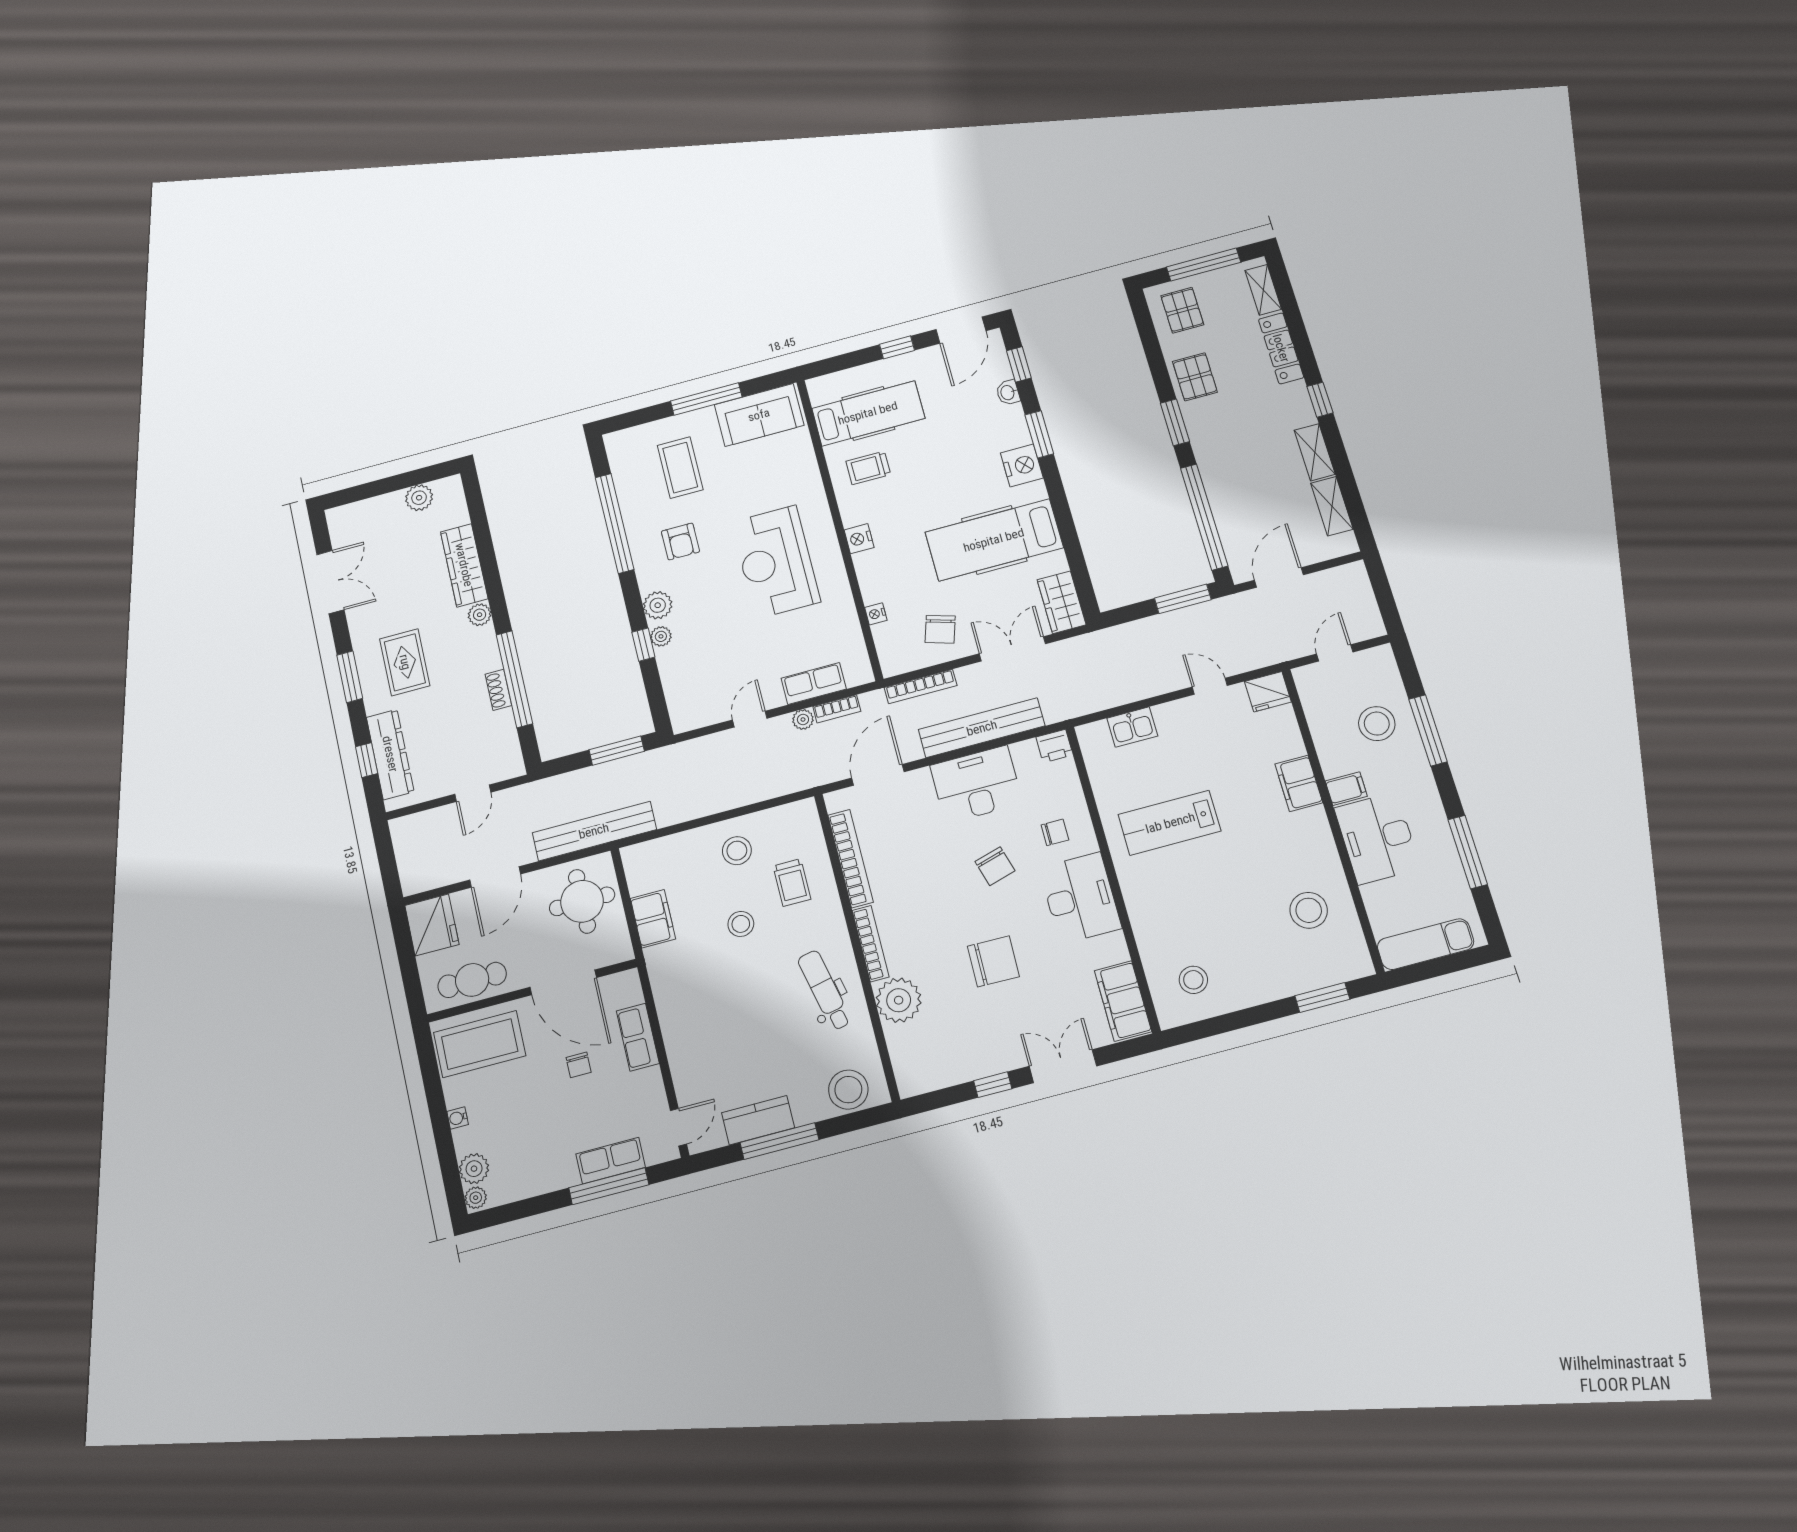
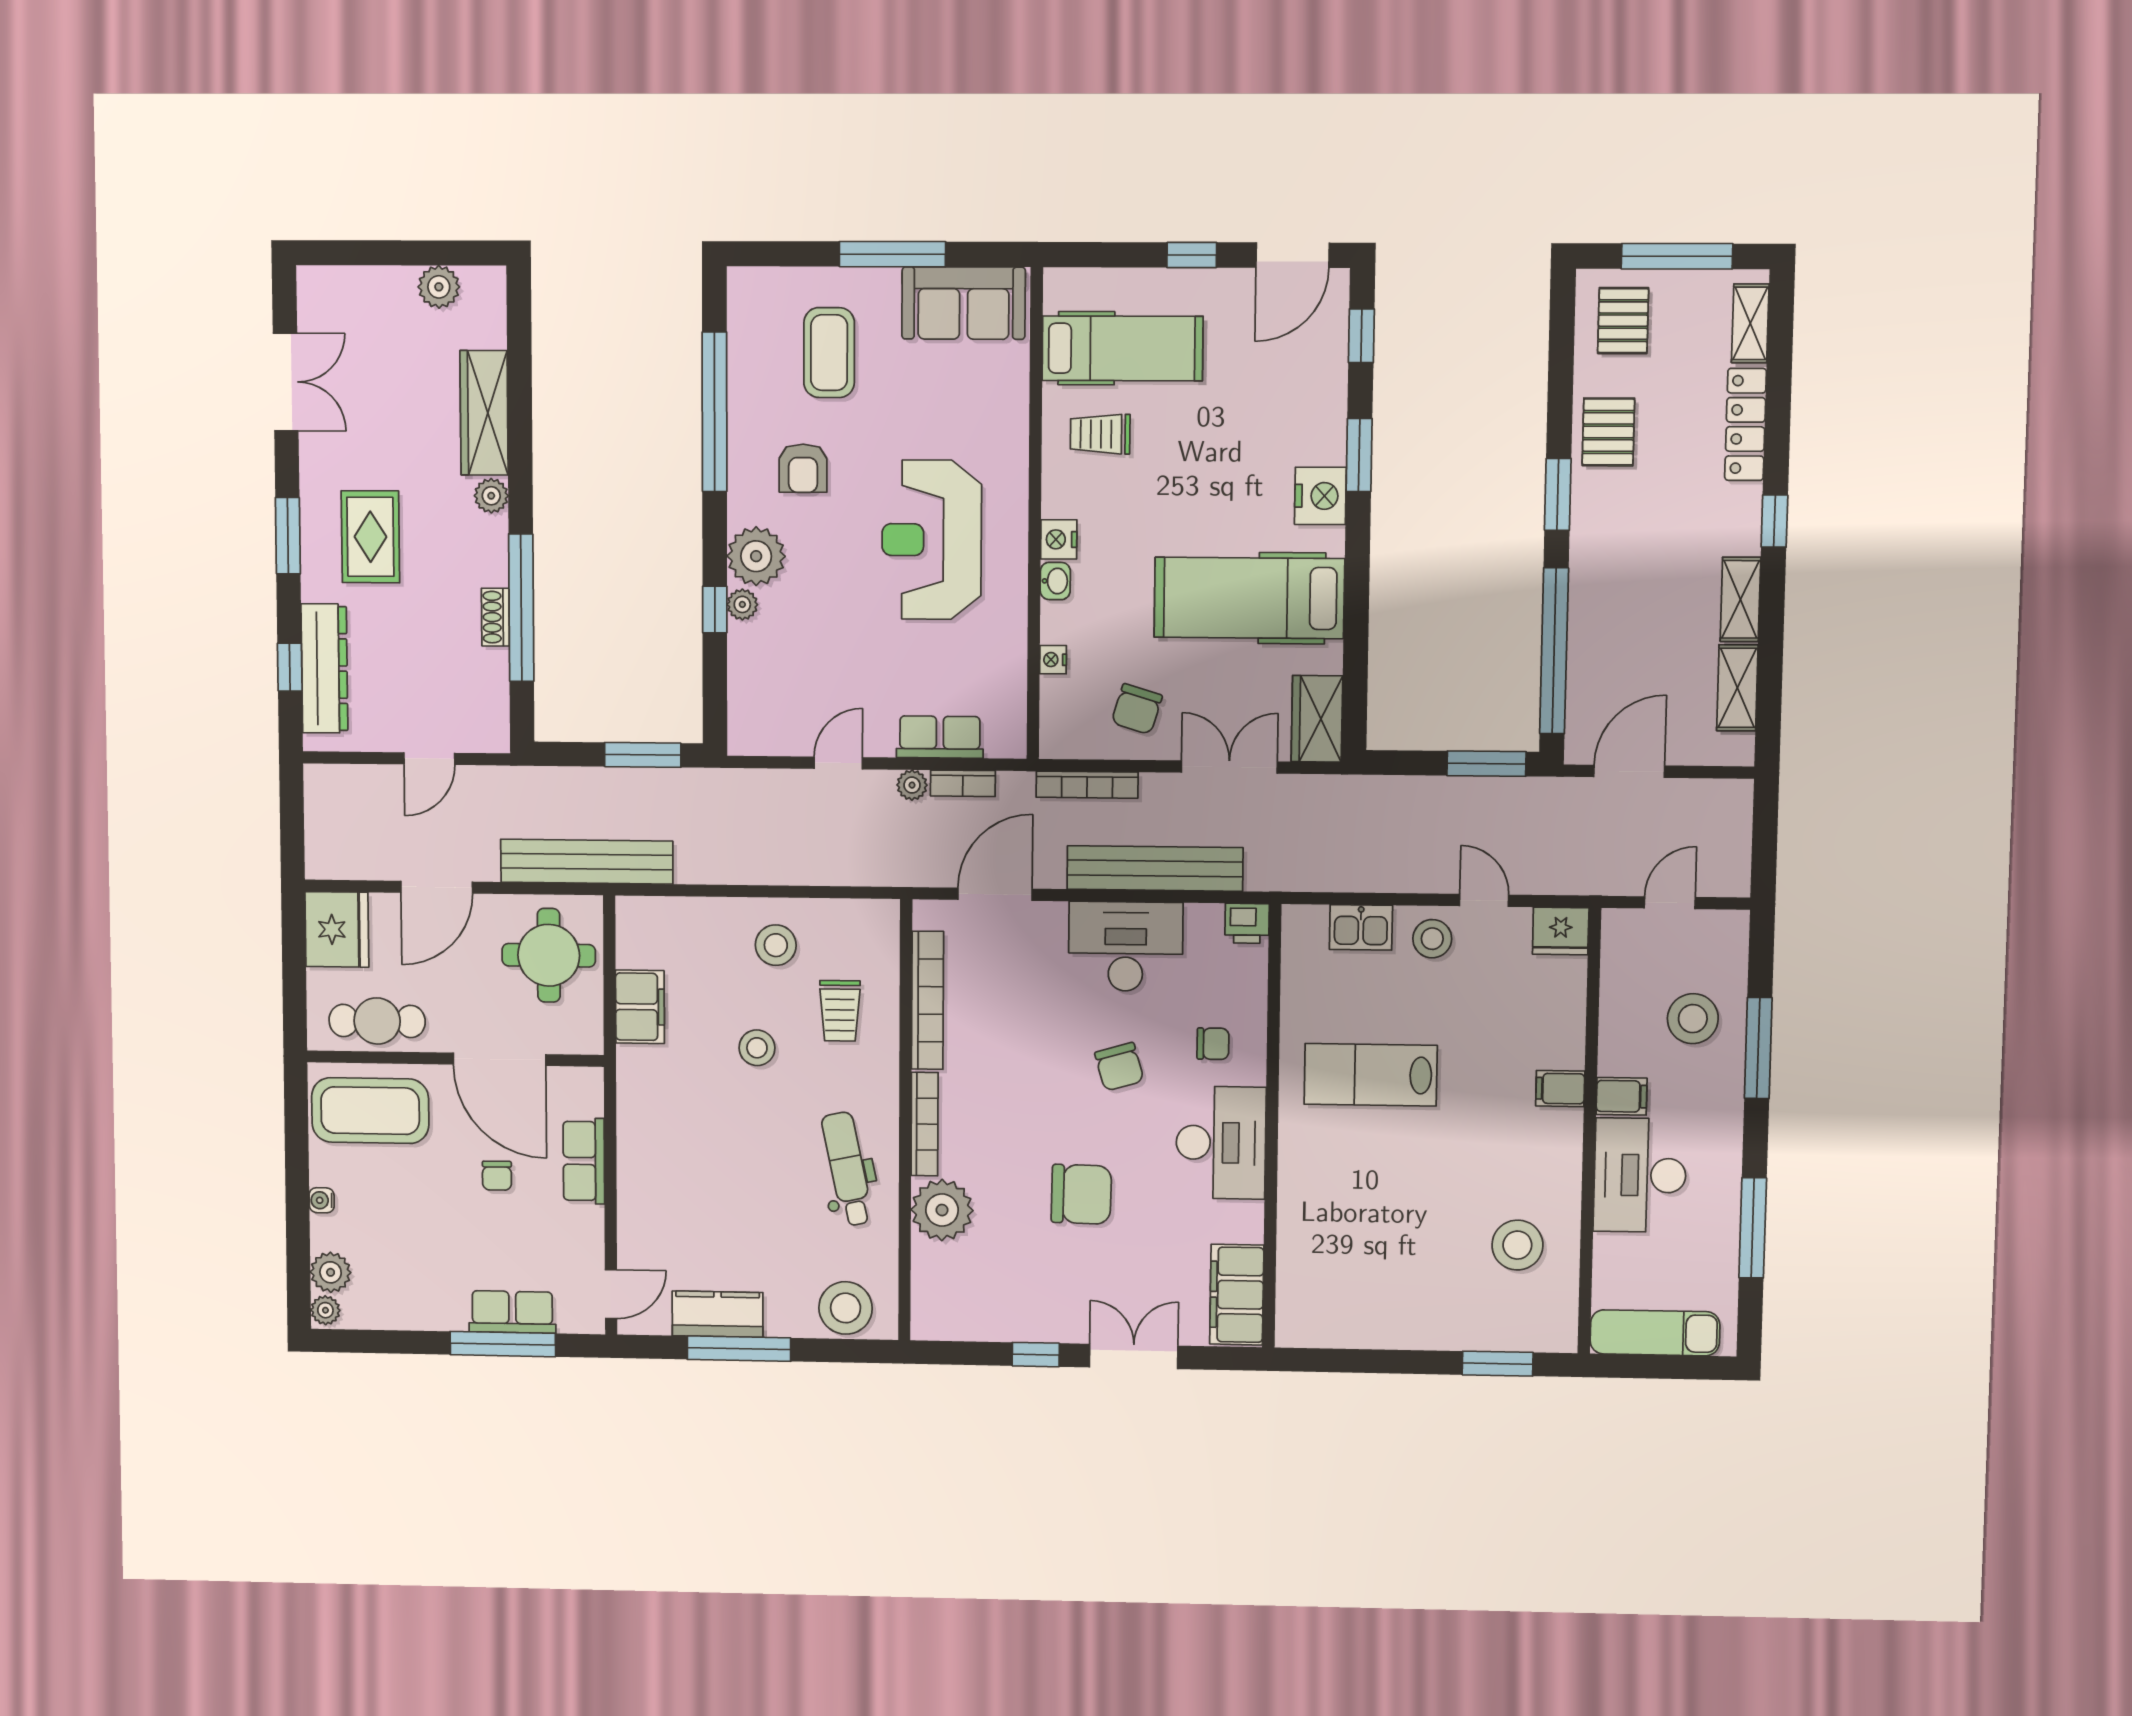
washbasin: (1008, 393) -> (1055, 581), moved, turned 180
plant: (658, 605) -> (756, 556), width x1.36, depth x1.36
filing cabinet: (1299, 783) -> (1560, 1089), width x0.50
stool: (1193, 980) -> (1432, 939), moved

